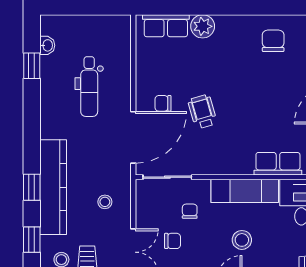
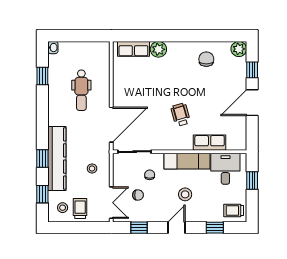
washbasin: (47, 45) -> (53, 48), moved
chair: (163, 103) -> (132, 102), removed
wheelchair: (203, 112) -> (181, 115), moved

